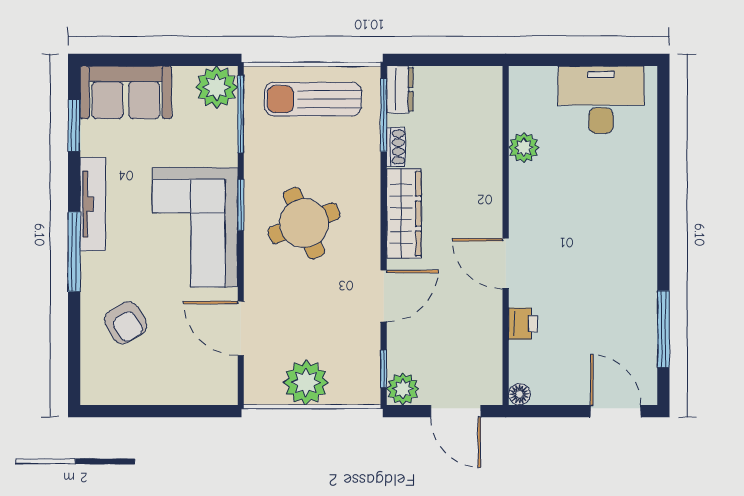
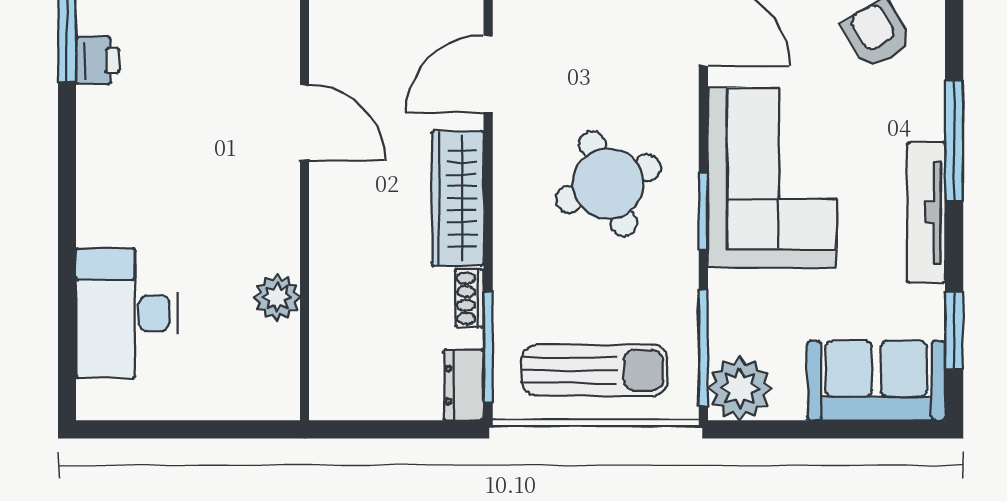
desk: (601, 100) -> (127, 313), moved, turned 90
printer: (523, 324) -> (98, 60), moved, turned 180

